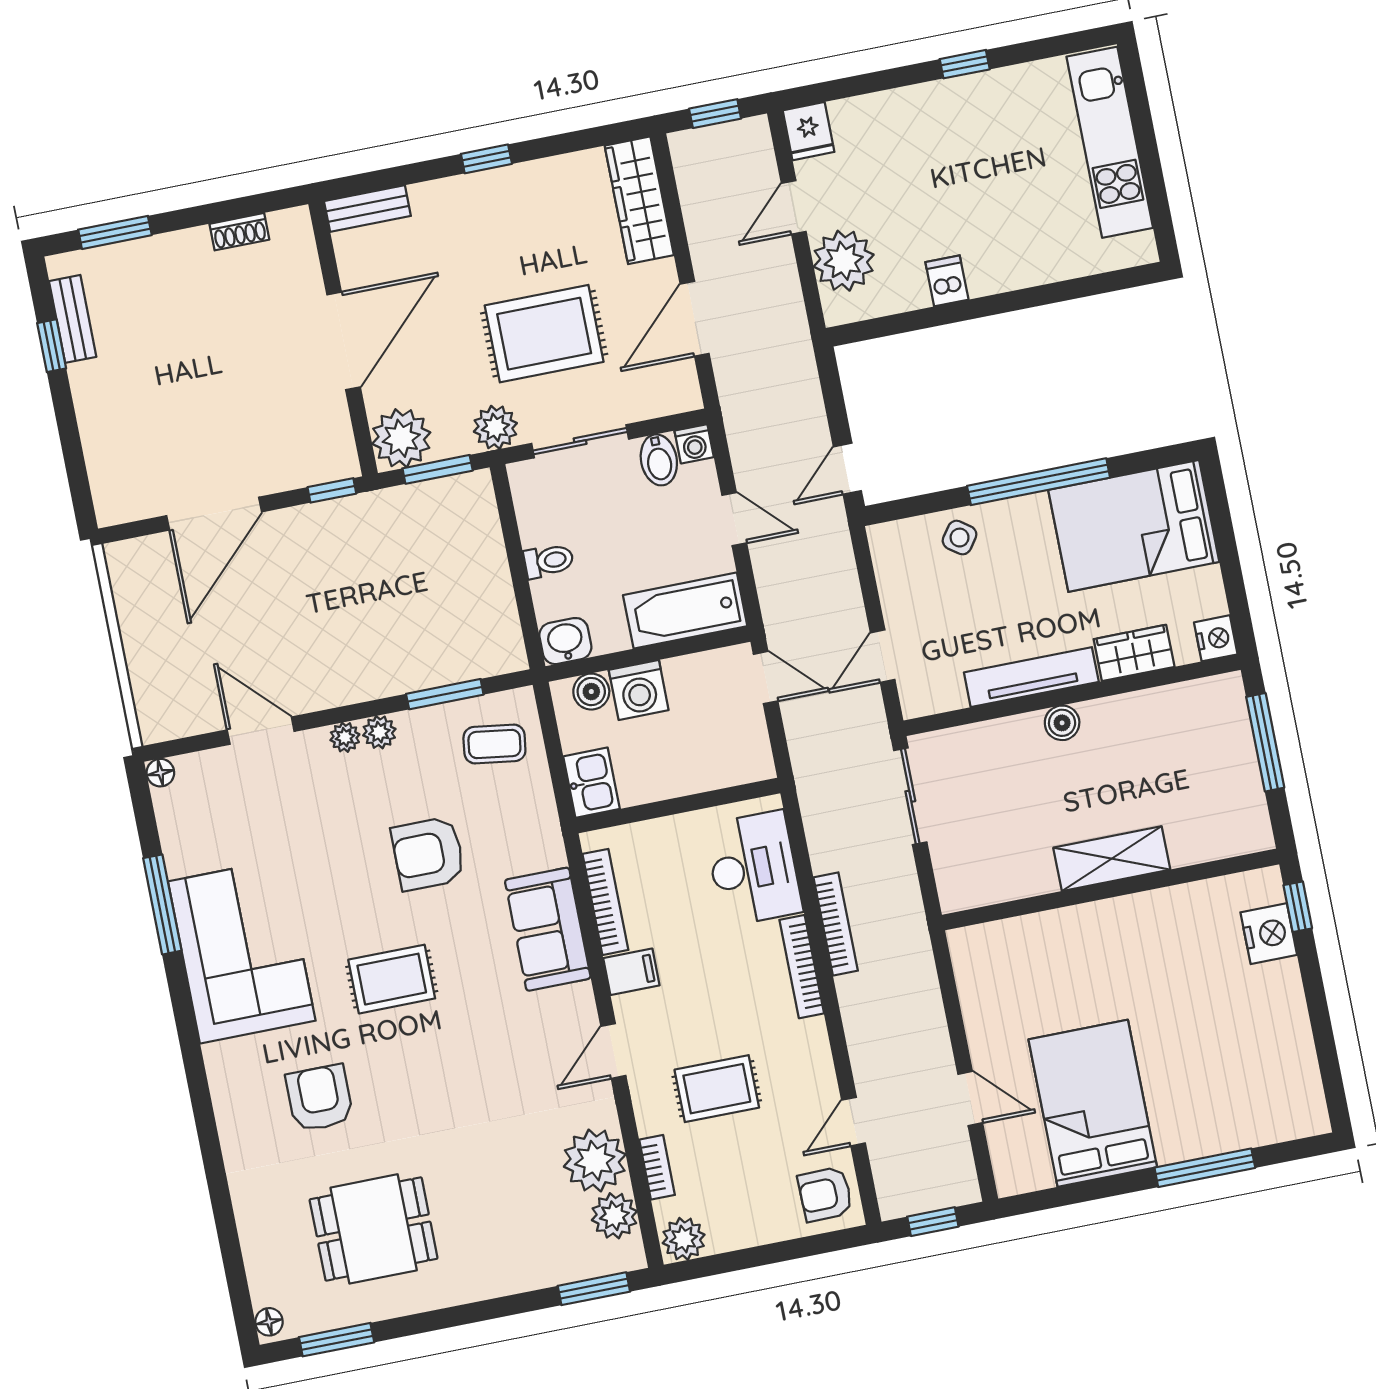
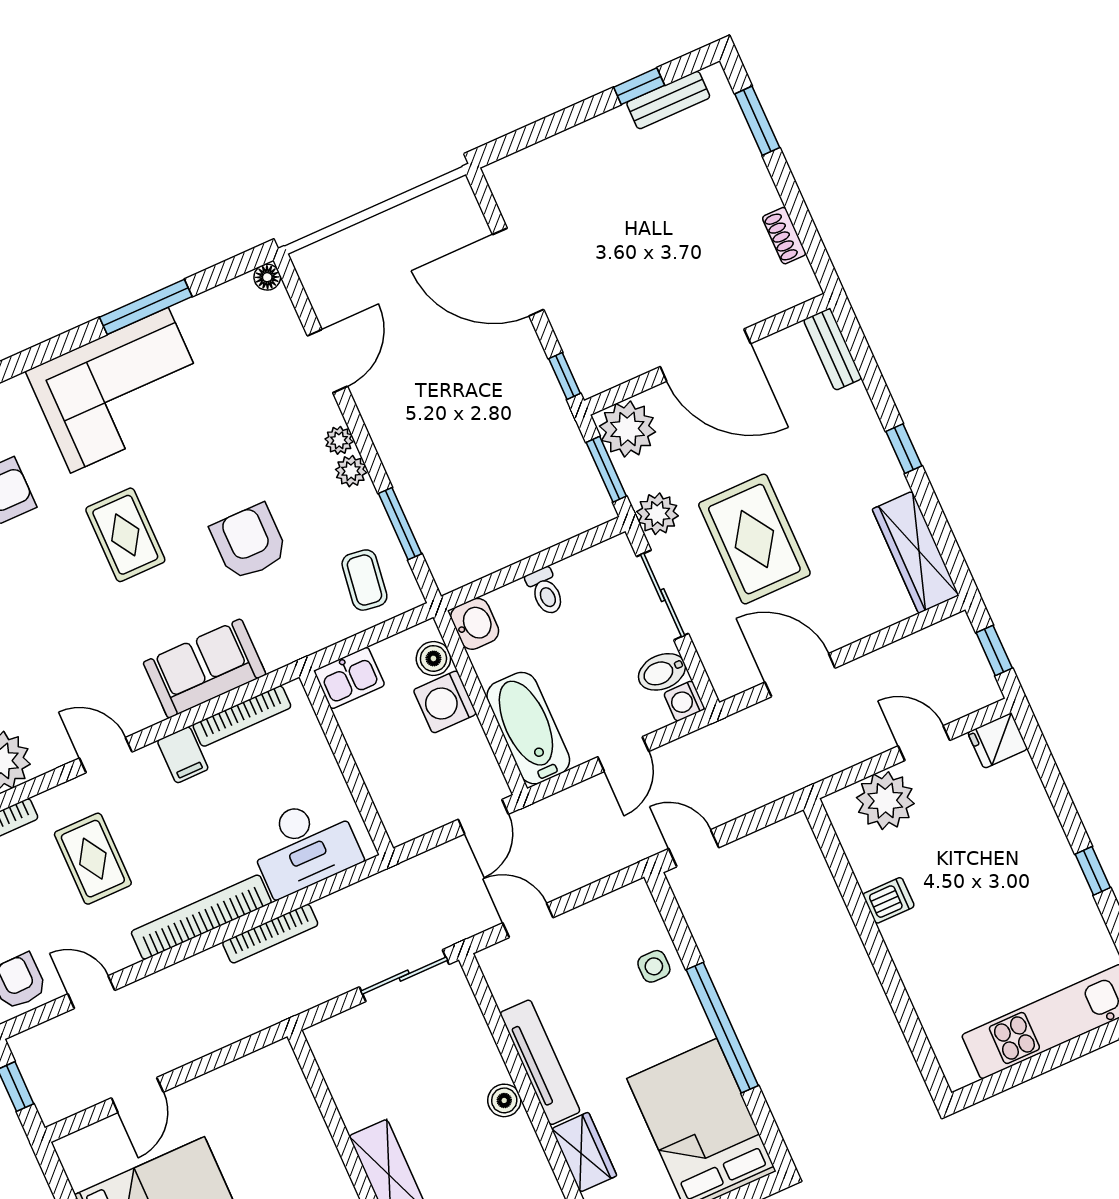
wardrobe: (639, 200) -> (916, 552), moved, turned -90
side table: (960, 538) -> (654, 966), turned -36
bookcase: (802, 967) -> (201, 917), width x1.48, depth x1.31

